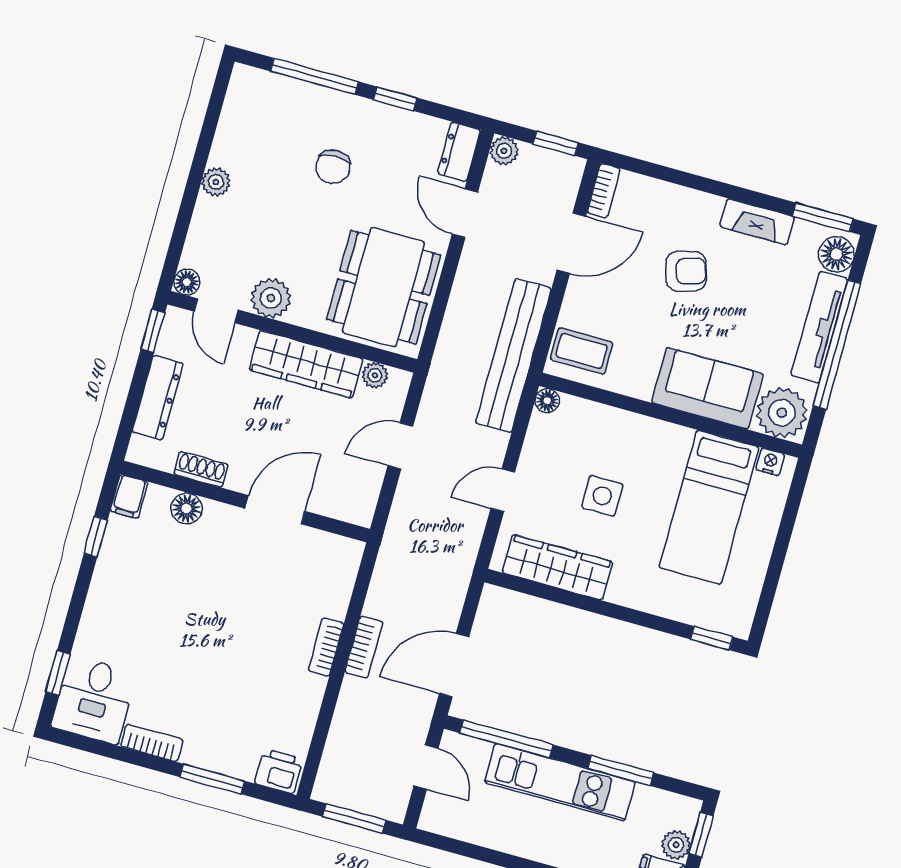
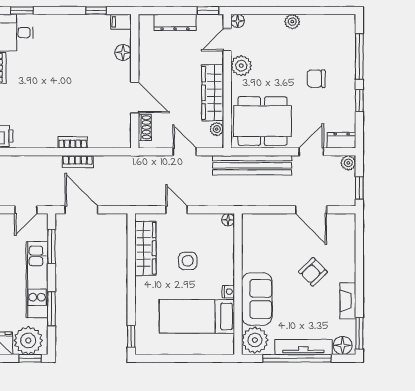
bookcase: (604, 191) -> (342, 219), removed
armchair: (686, 271) -> (313, 272), turned 63
coffee table: (582, 351) -> (258, 230), removed
bench: (514, 355) -> (252, 165), moved
nightstand: (770, 462) -> (228, 292), moved
shoe rack: (201, 469) -> (145, 127), moved
window: (506, 739) -> (51, 247), width x0.69
plant: (676, 845) -> (28, 340), width x1.87, depth x1.87

